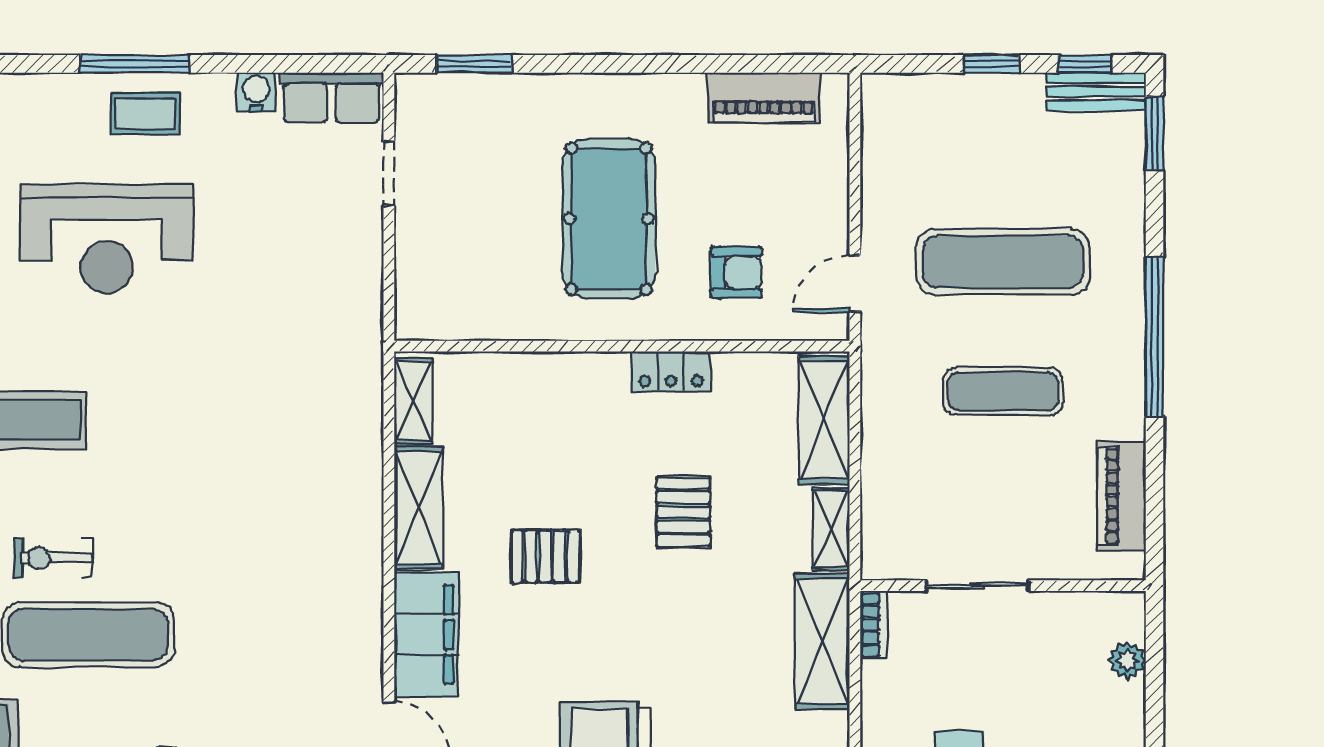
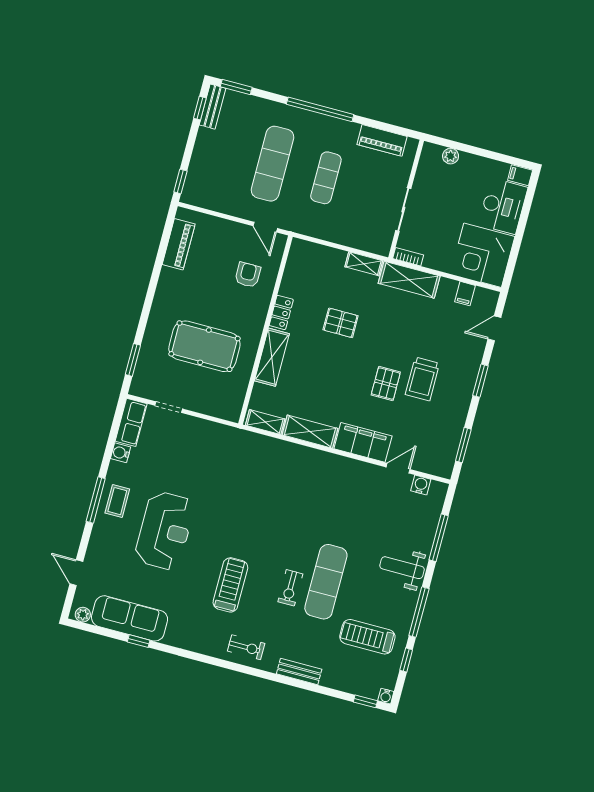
window: (992, 64) -> (180, 181), moved
pool table: (609, 219) -> (204, 346), moved
shelving: (824, 420) -> (272, 357), moved, turned 90
pallet: (545, 556) -> (386, 384), moved

